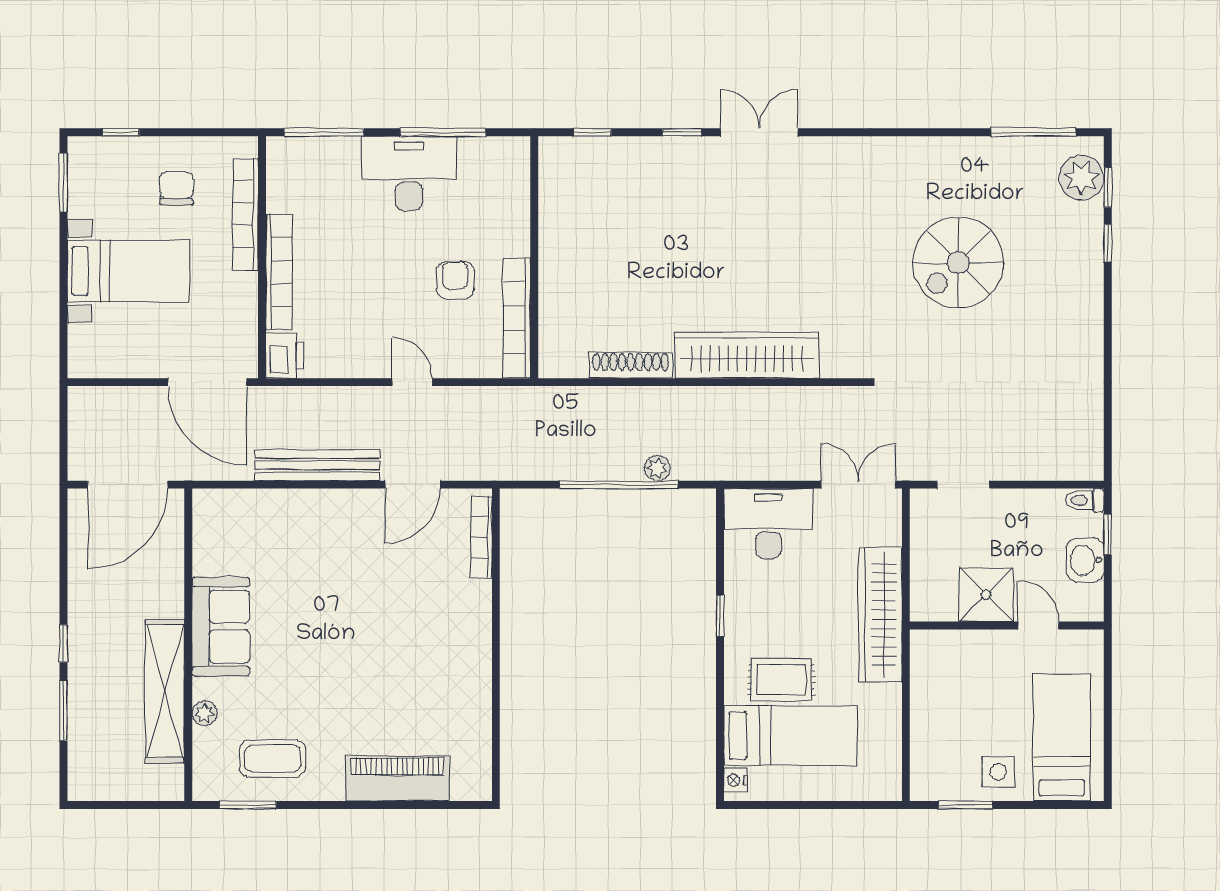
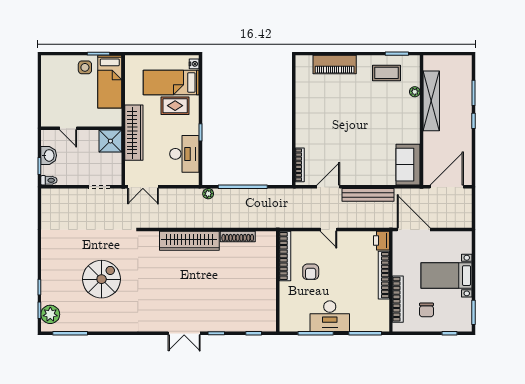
plant: (657, 468) -> (208, 194), moved
desk: (768, 523) -> (184, 154), moved, turned -90
shower: (986, 595) -> (110, 141), moved
sofa: (221, 627) -> (408, 165), moved
bed: (1062, 738) -> (110, 82), moved

